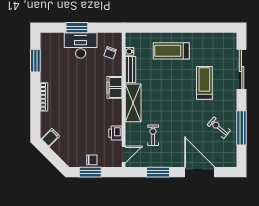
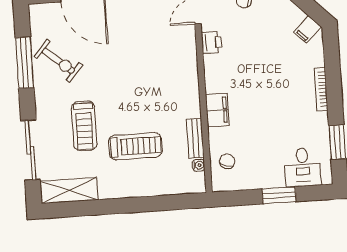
desk: (81, 45) -> (303, 167), moved, width x0.73
treadmill: (171, 51) -> (135, 146), moved
shelving: (133, 103) -> (69, 190), moved, turned 90
exercise bike: (219, 128) -> (58, 61), width x1.38, depth x1.39
exercise bike: (153, 135) -> (155, 43), removed

